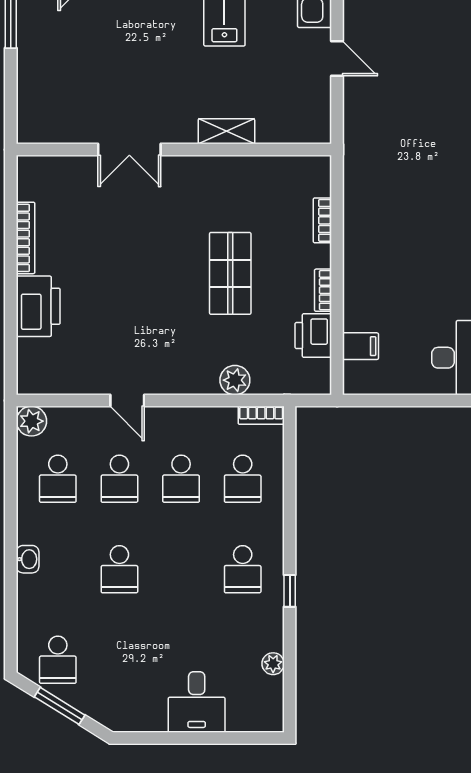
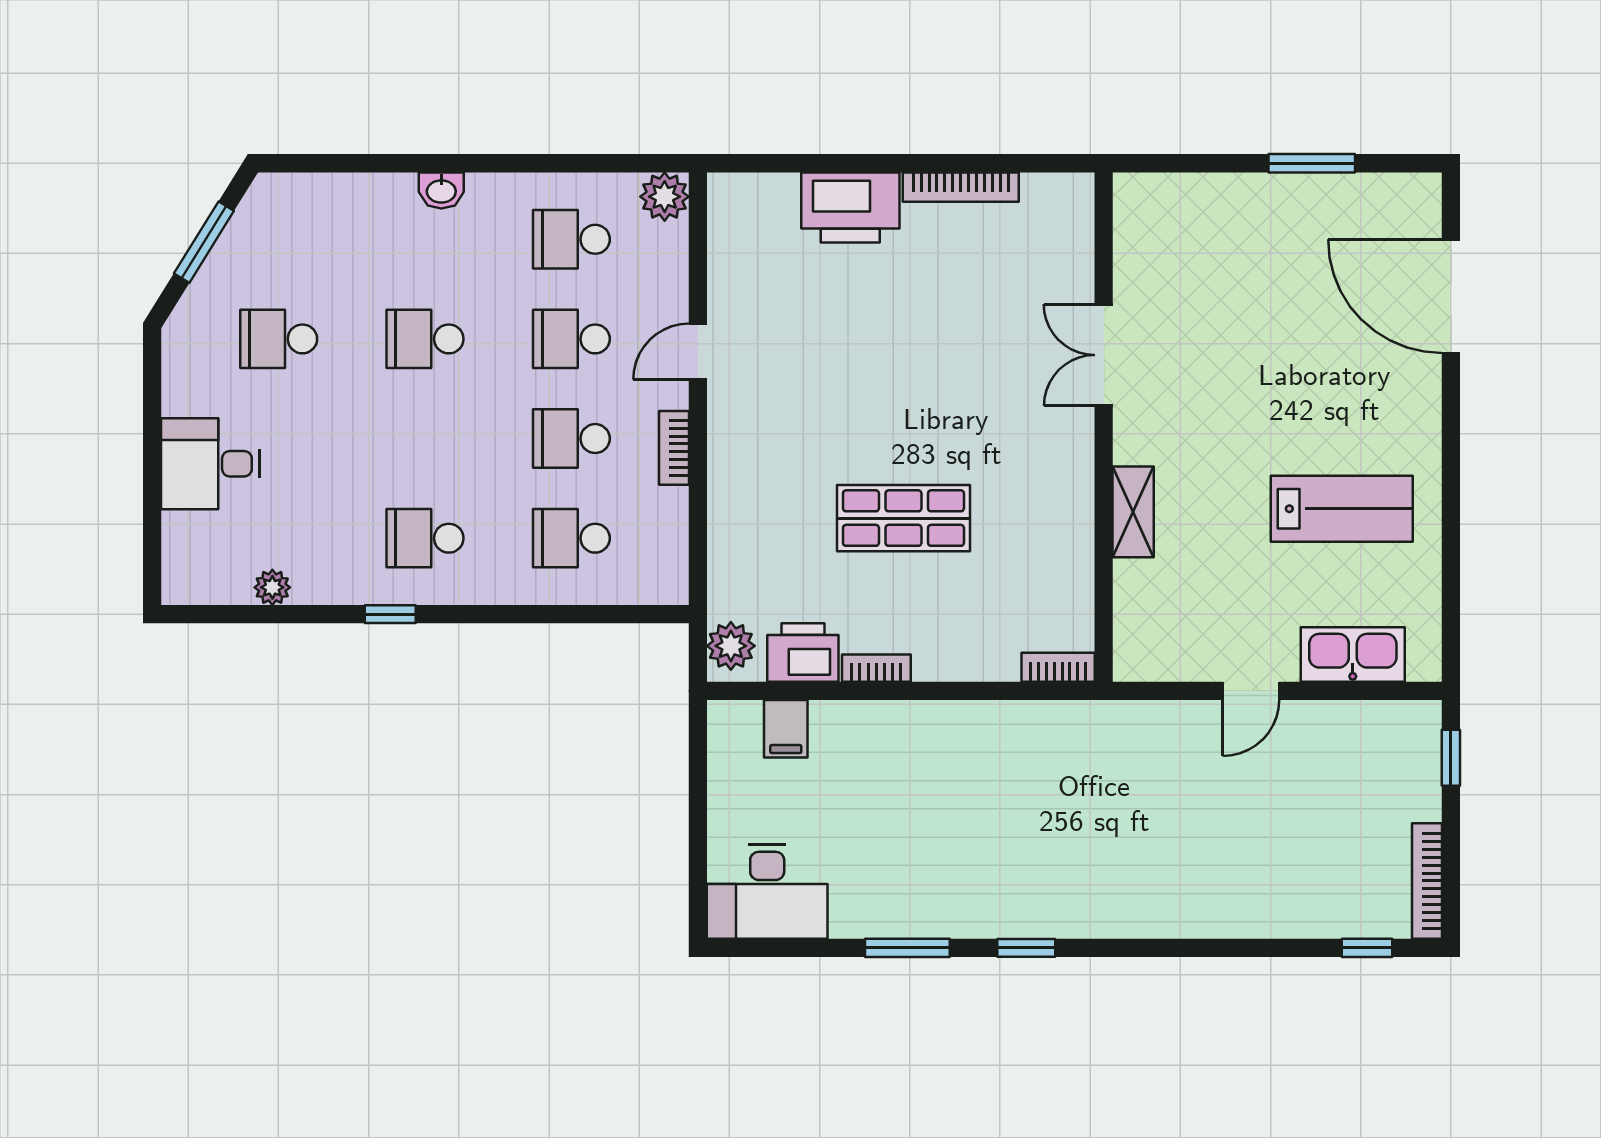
bookcase: (322, 220) -> (1058, 667), moved
plant: (235, 380) -> (731, 646), moved
bookcase: (261, 415) -> (674, 448), moved
school desk: (58, 660) -> (279, 339), moved

